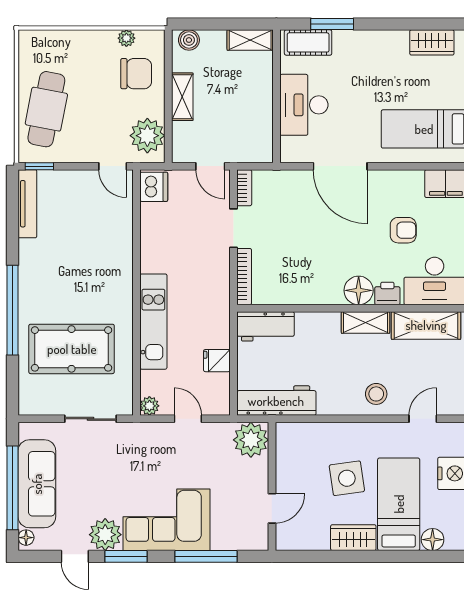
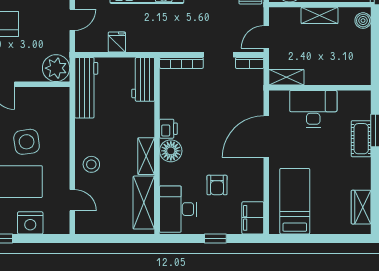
shelving: (250, 40) -> (286, 77), moved, turned 90
cot: (308, 42) -> (361, 139), moved
printer: (387, 293) -> (168, 129), moved

